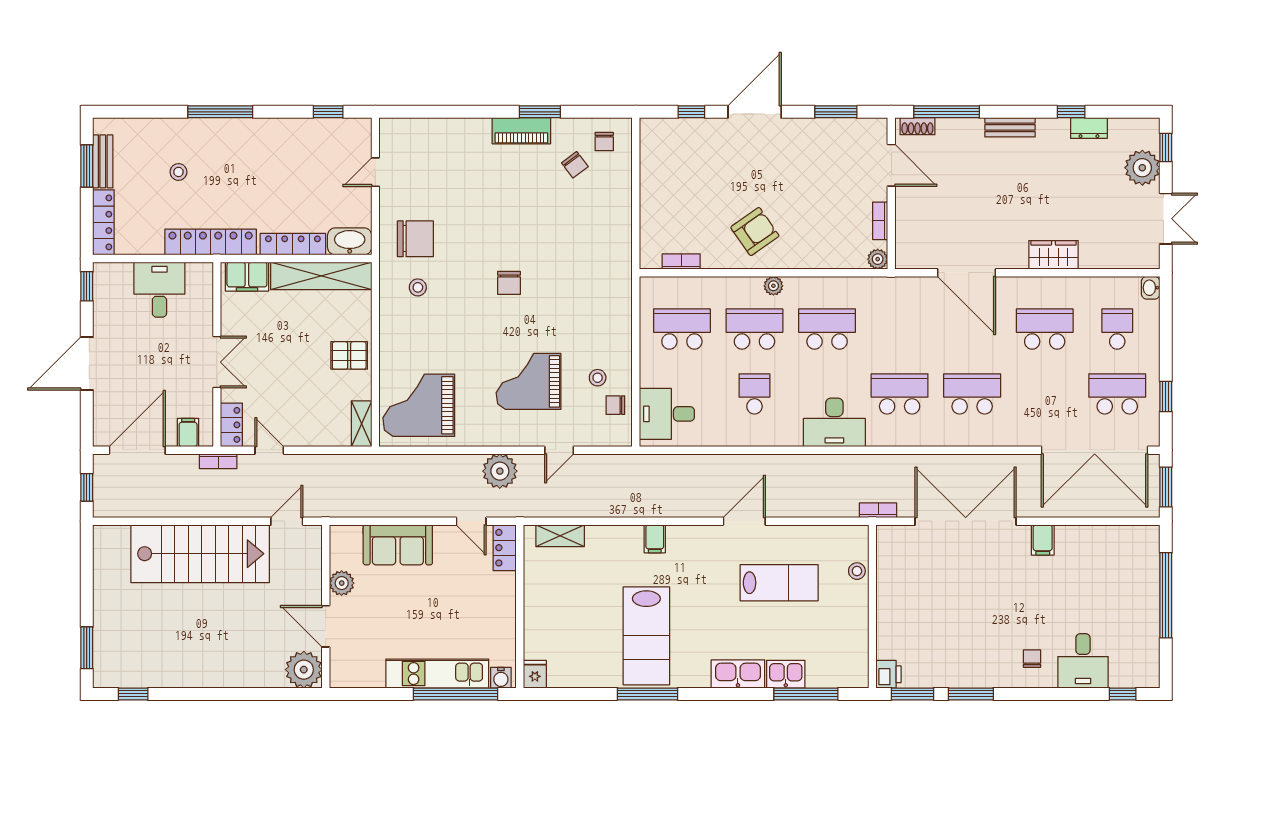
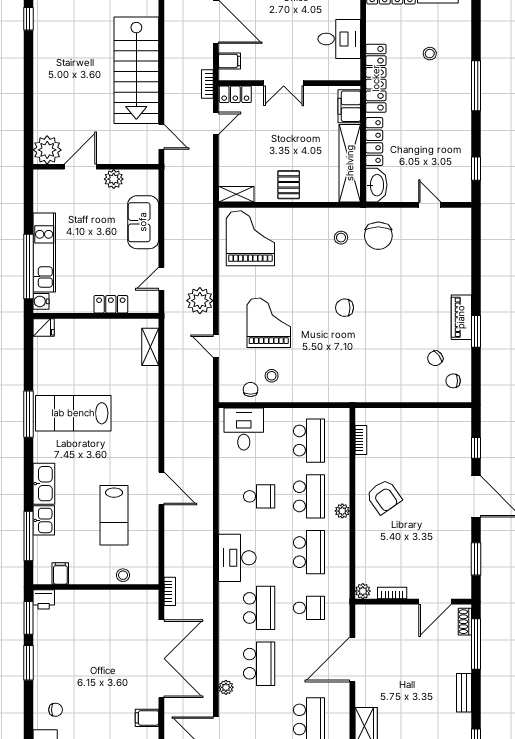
school desk: (900, 329) -> (309, 608), added
plant: (1003, 437) -> (226, 687), added
filing cabinet: (655, 539) -> (60, 573), moved, turned 90
locker: (505, 548) -> (111, 304), moved

